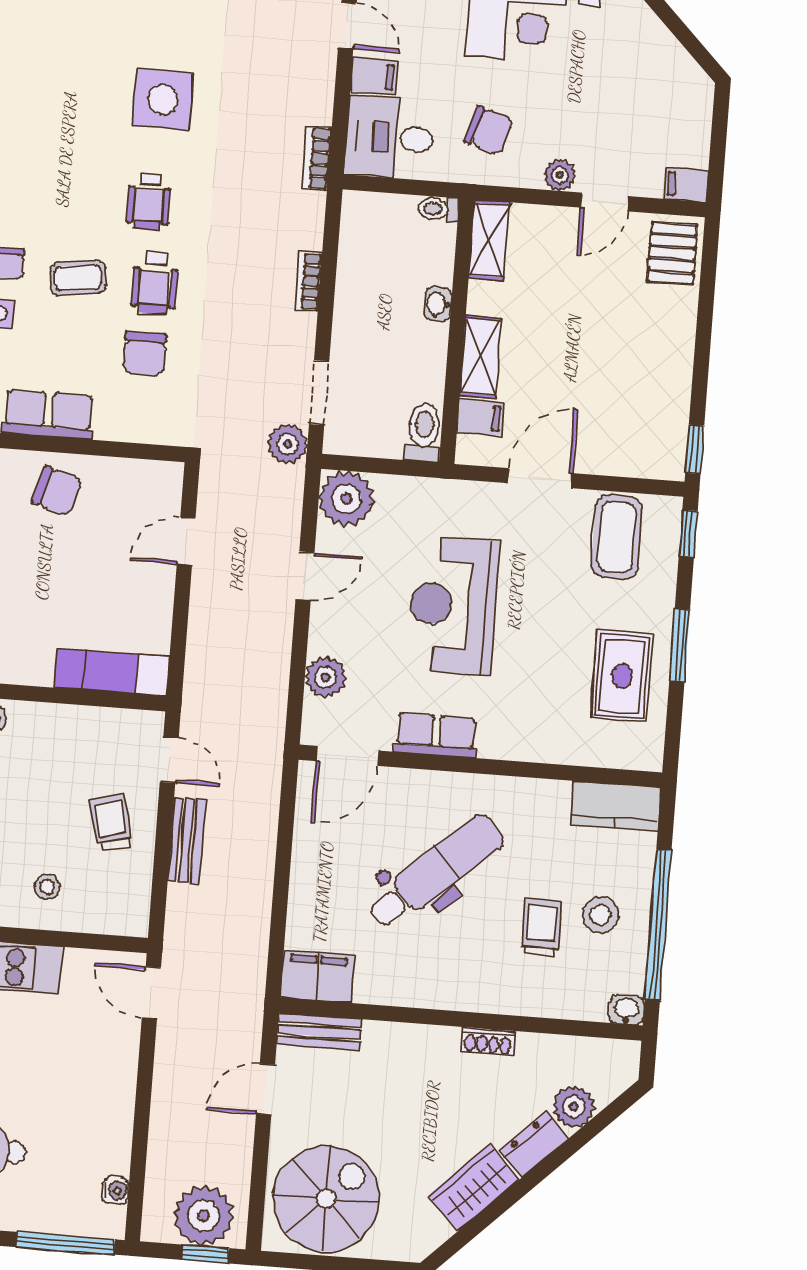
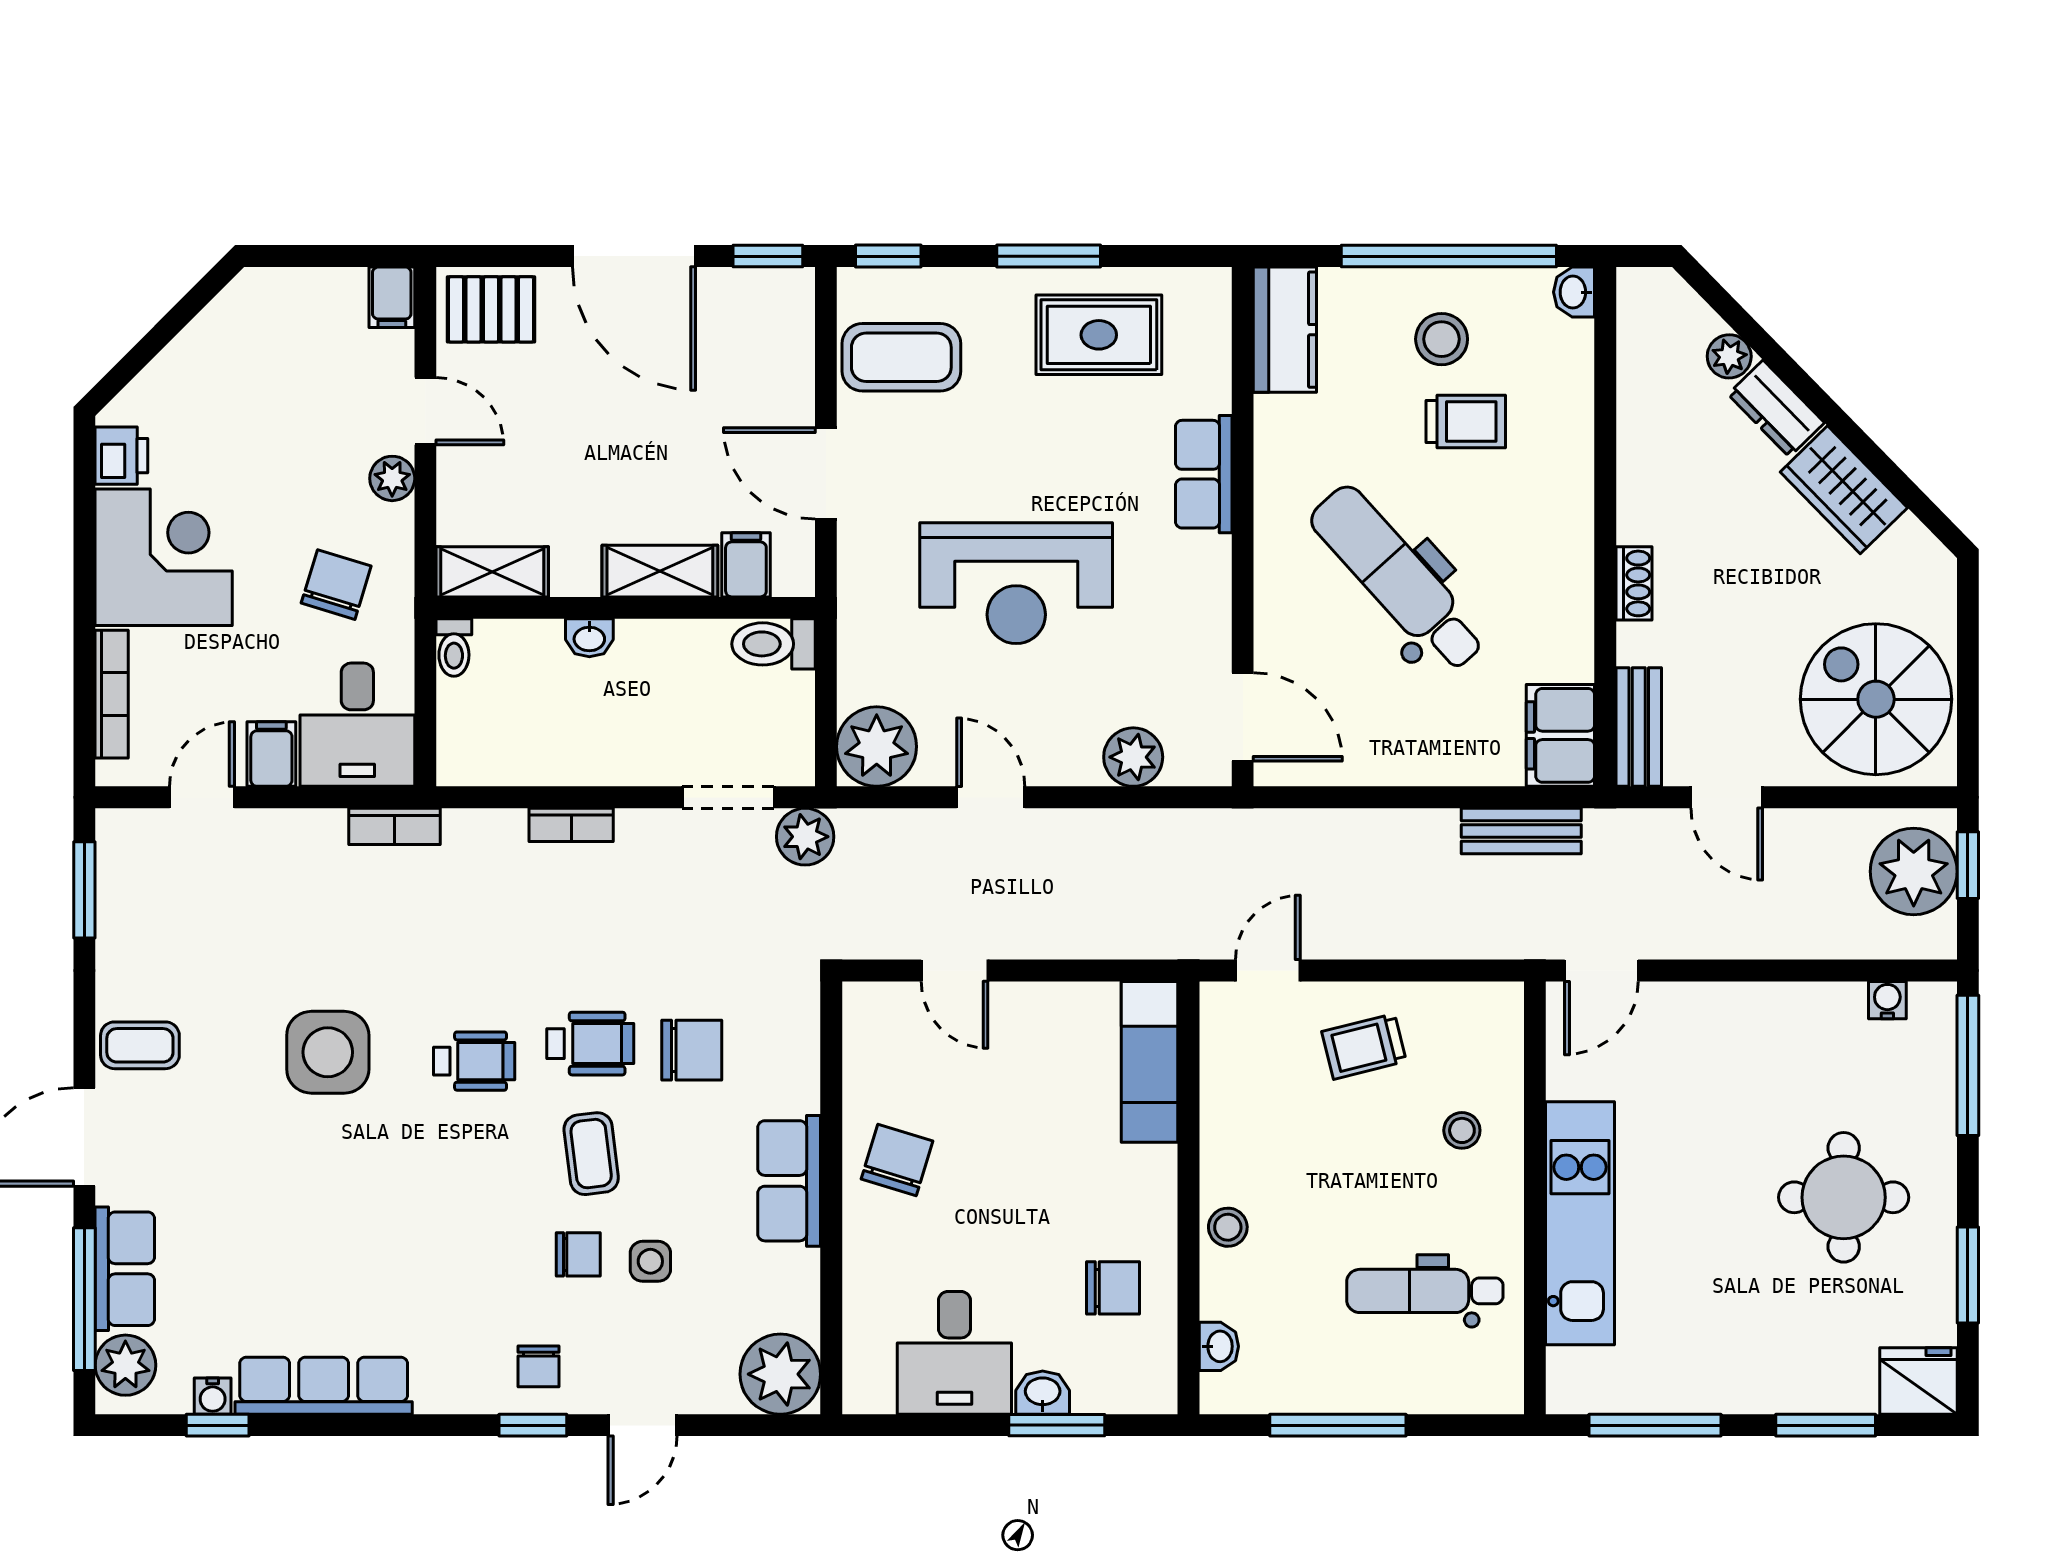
door: (702, 356) -> (634, 256), added
row of seats: (436, 735) -> (1204, 474), moved
bench: (187, 841) -> (1521, 831), moved
trolley: (542, 927) -> (1466, 421), turned 180
shoe rack: (488, 1041) -> (1634, 583), moved
plant: (574, 1107) -> (1729, 356), width x0.73, depth x0.73

